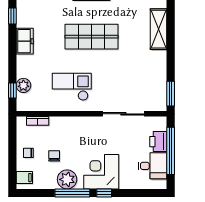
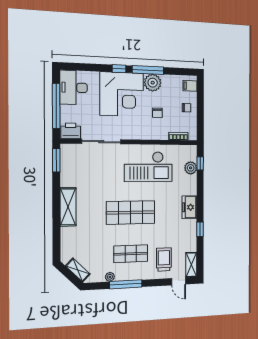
shelving: (158, 29) -> (68, 207), moved
checkout: (72, 87) -> (148, 167), width x1.36, depth x1.21
printer: (158, 142) -> (71, 131), moved, turned -90
chair: (54, 156) -> (157, 113), moved
desk: (153, 166) -> (74, 88), width x1.37
corner desk: (101, 172) -> (122, 94), width x1.36, depth x1.36

